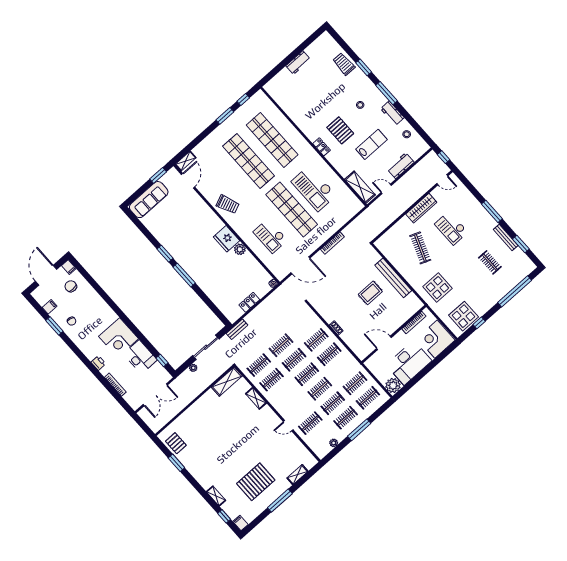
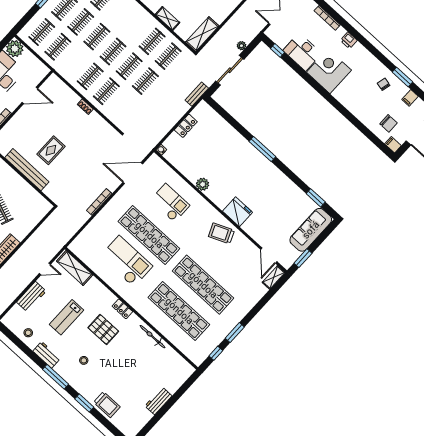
bicycle: (298, 120) -> (152, 337), added
fridge: (226, 239) -> (237, 212), moved
window: (165, 254) -> (316, 198), moved

